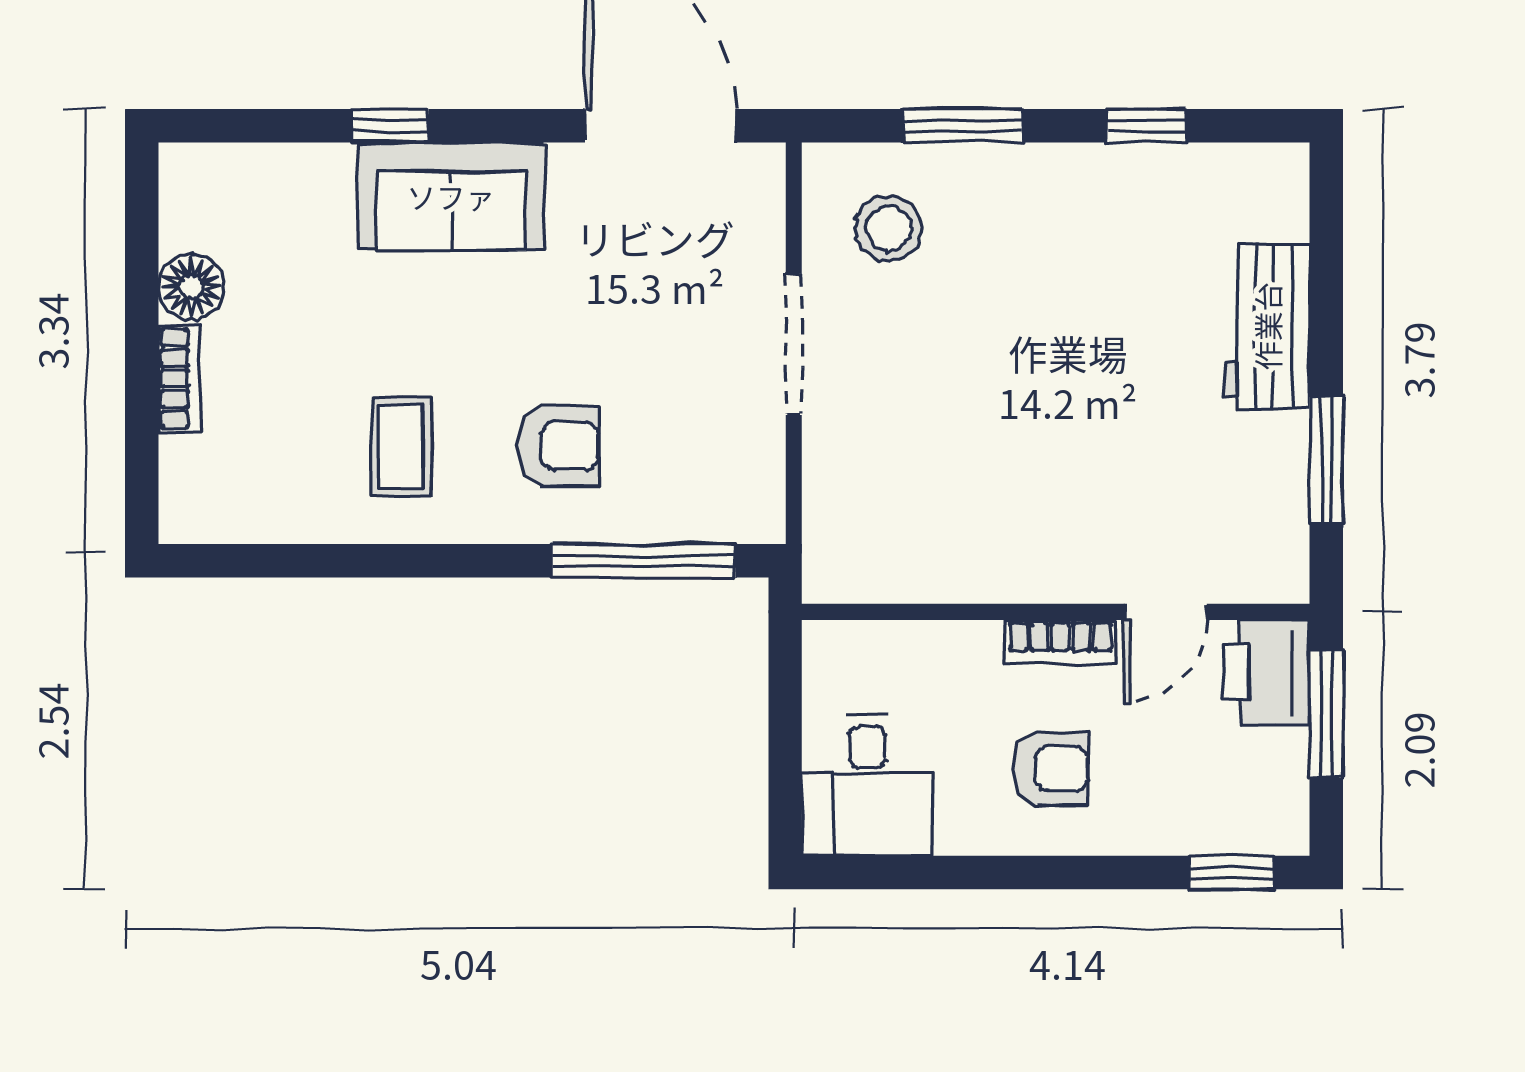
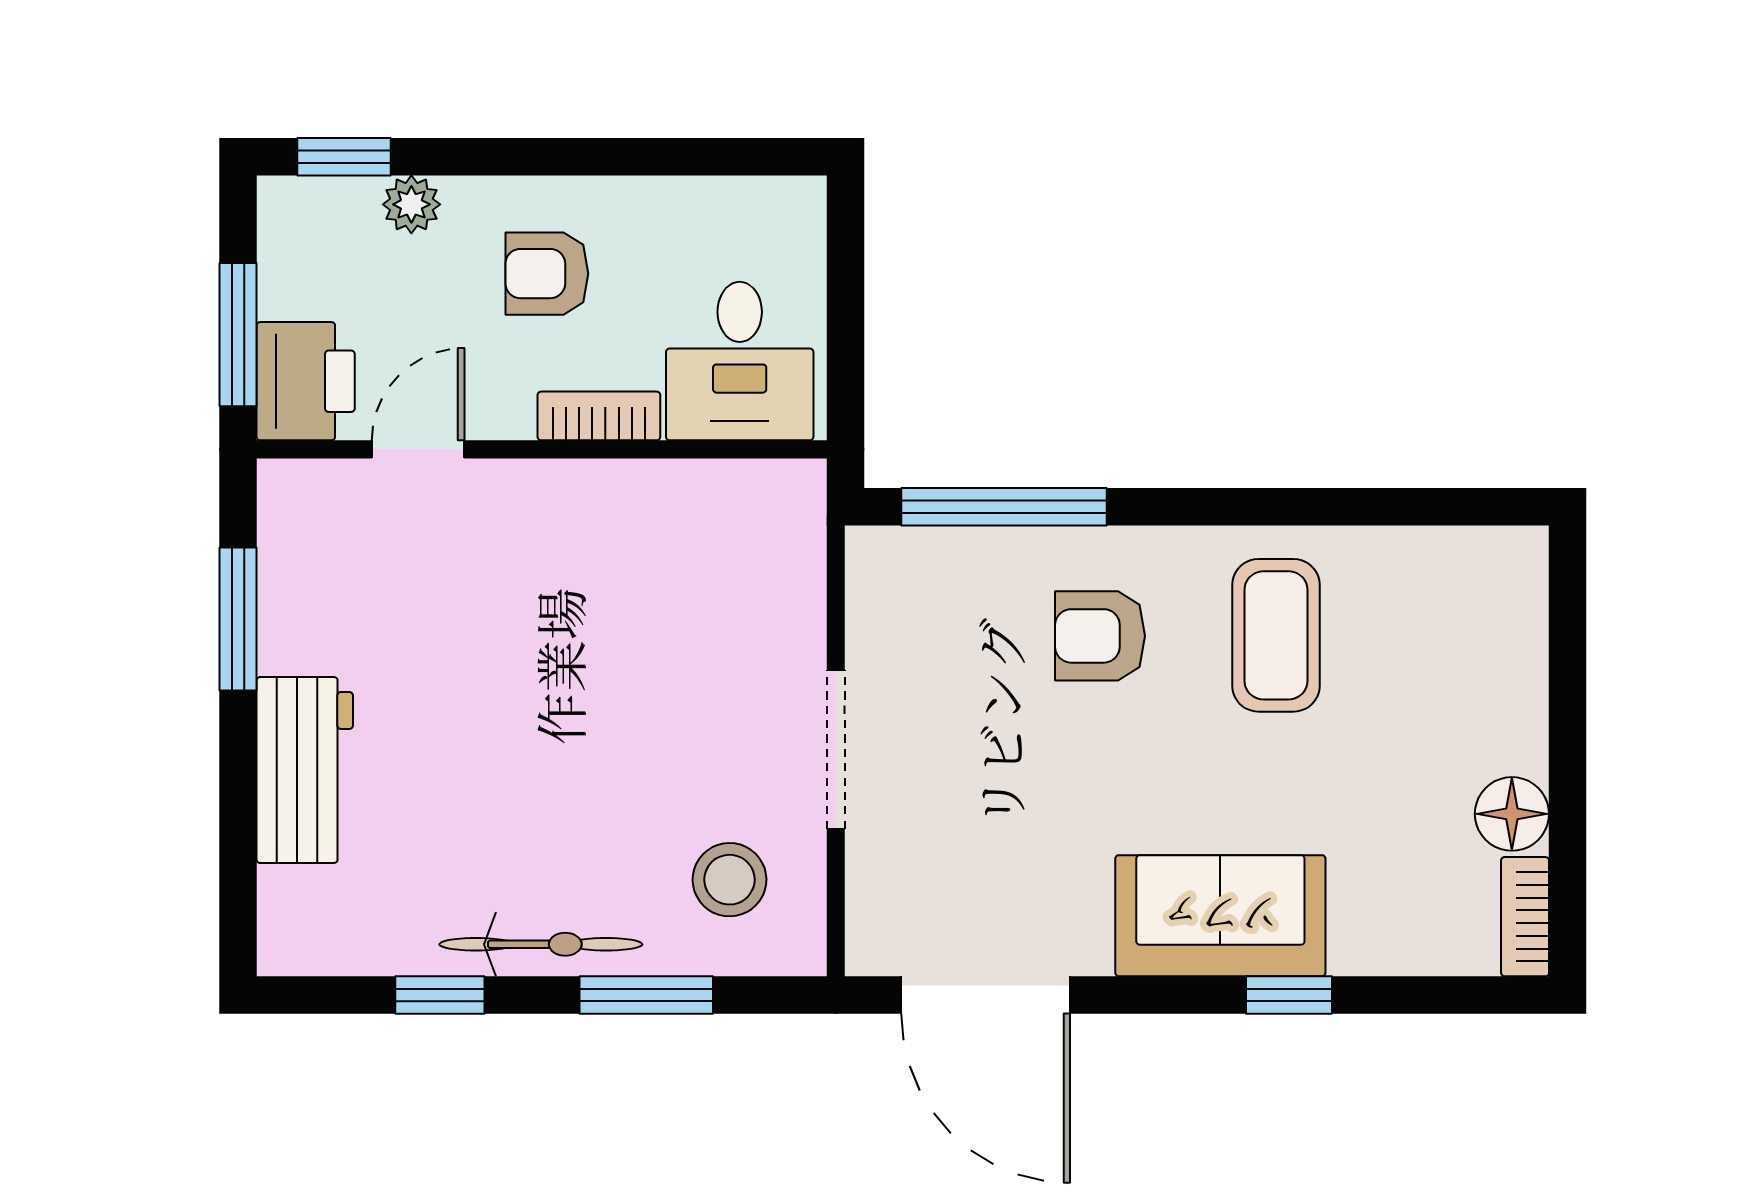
bicycle: (1056, 171) -> (541, 944), added
bookcase: (180, 379) -> (1525, 917), moved
coffee table: (402, 446) -> (1276, 635), width x1.36, depth x1.30
bookcase: (1060, 642) -> (599, 416), moved
desk: (867, 785) -> (740, 361), moved, turned 180
plant: (1172, 830) -> (411, 204), added

